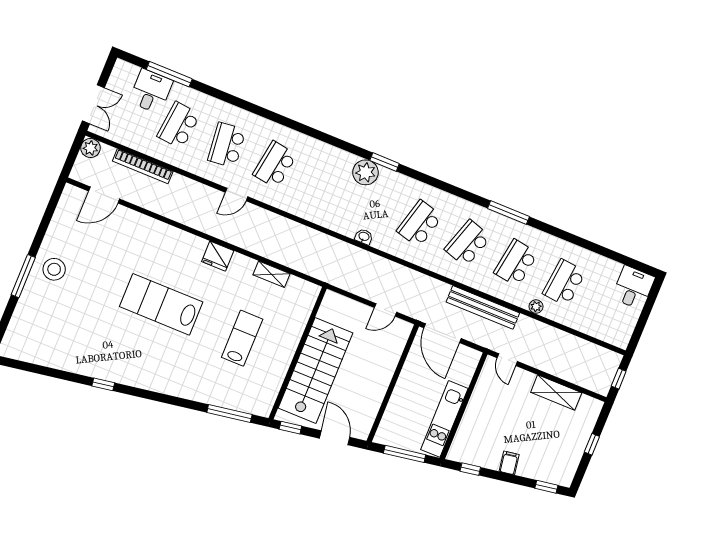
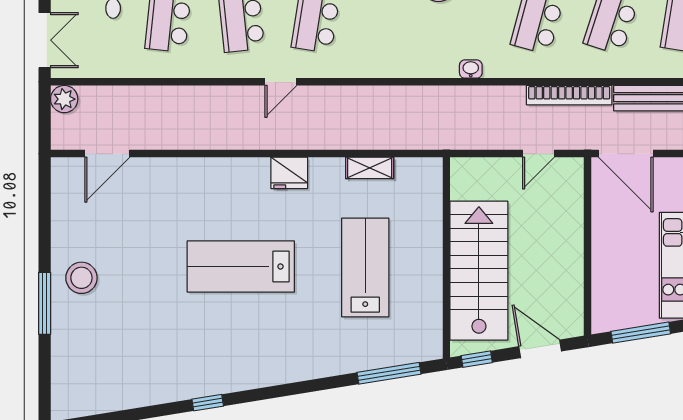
bookcase: (143, 166) -> (569, 95), moved
lab bench: (242, 338) -> (365, 268), width x1.36, depth x1.39

